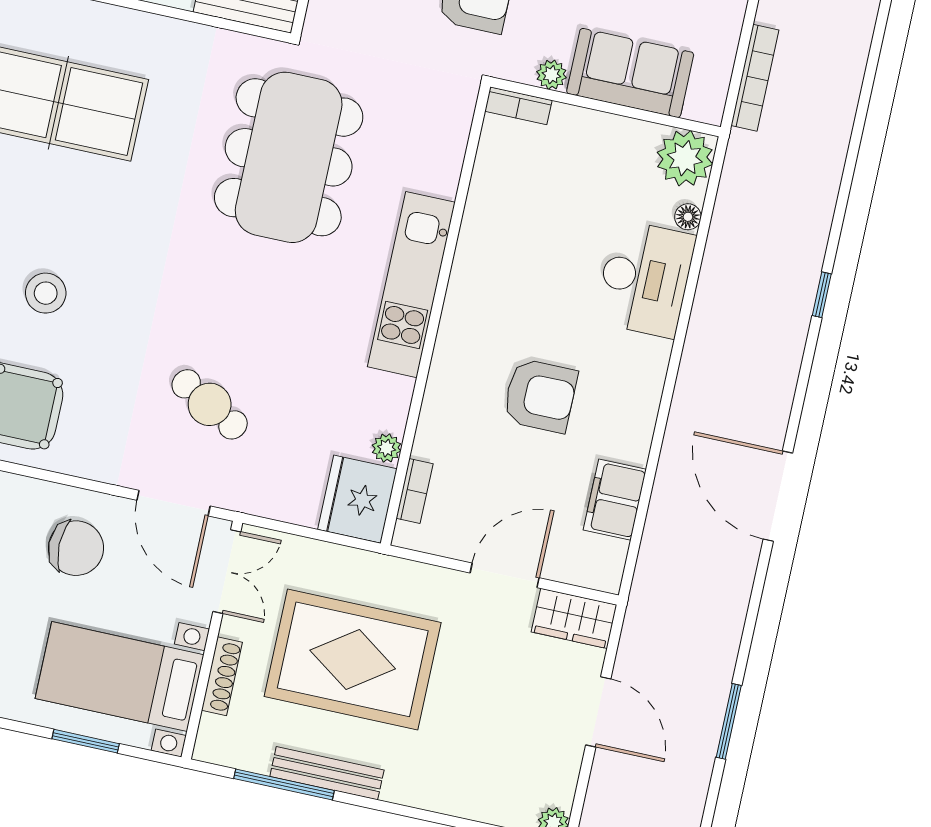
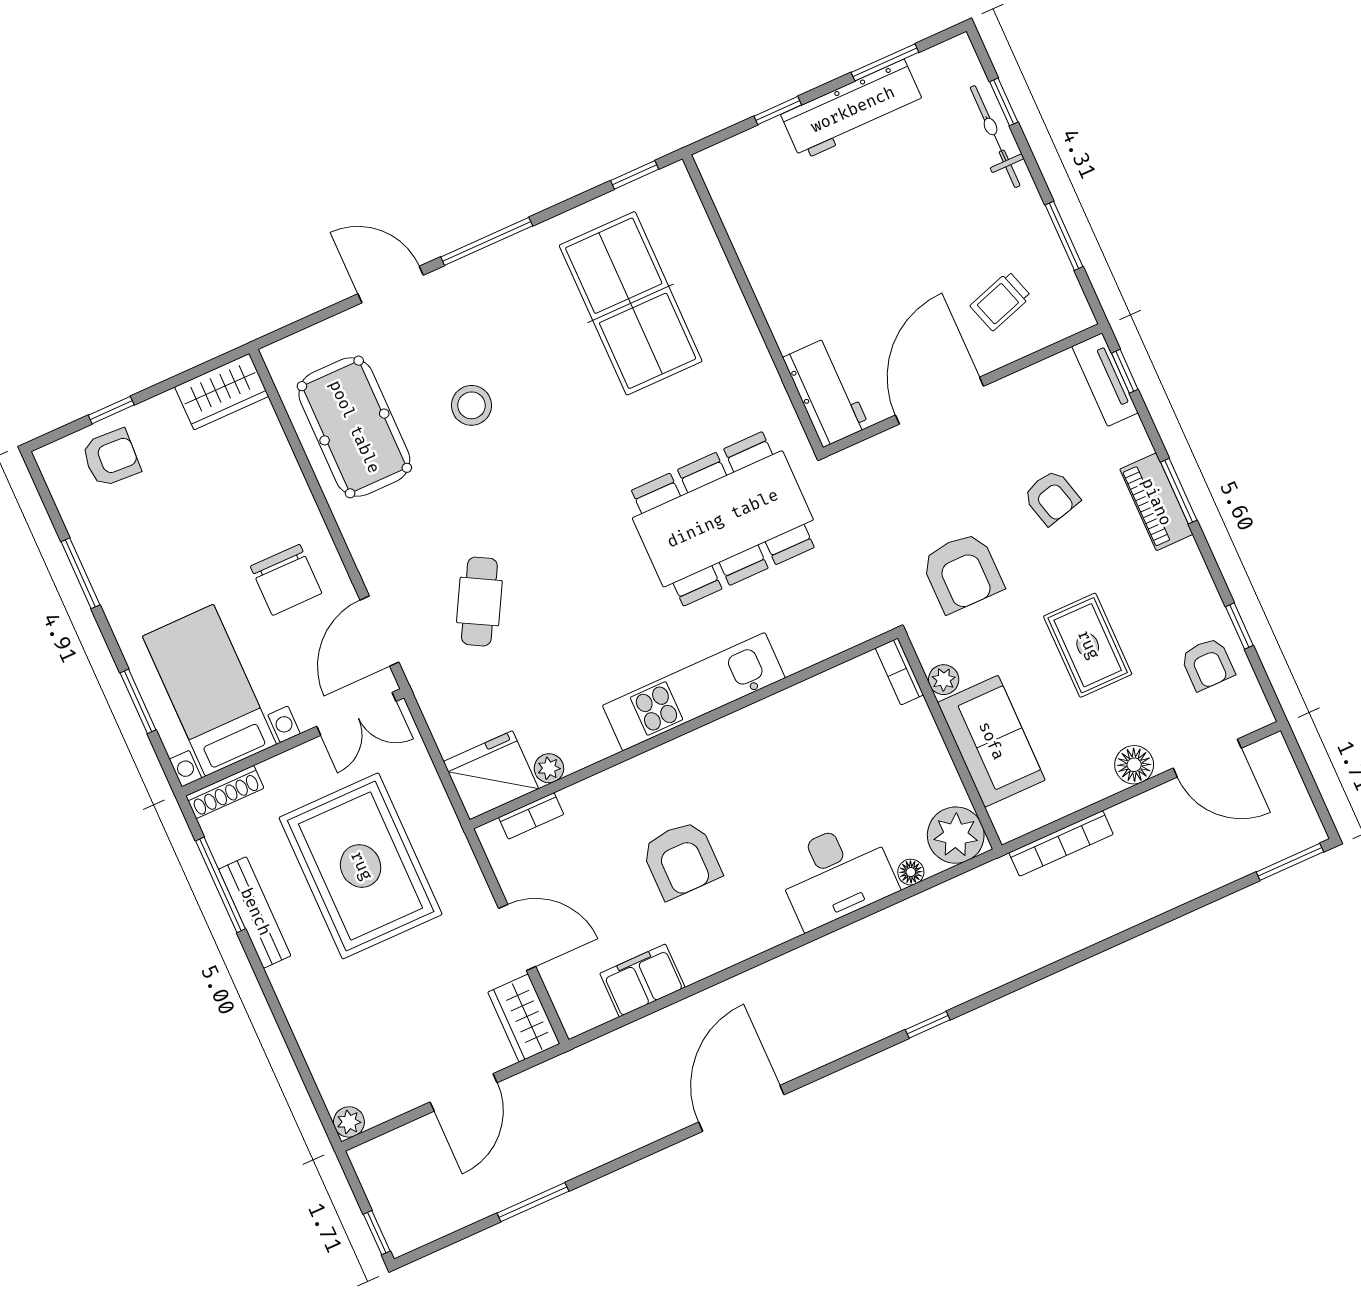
shoe rack: (222, 676) -> (225, 792), moved

